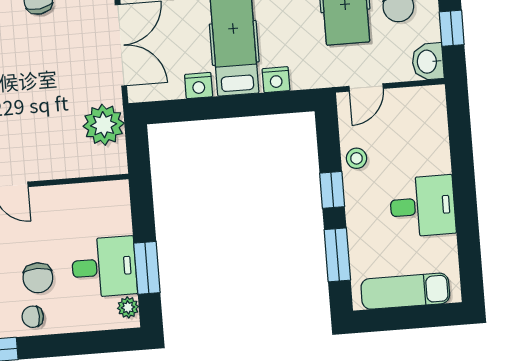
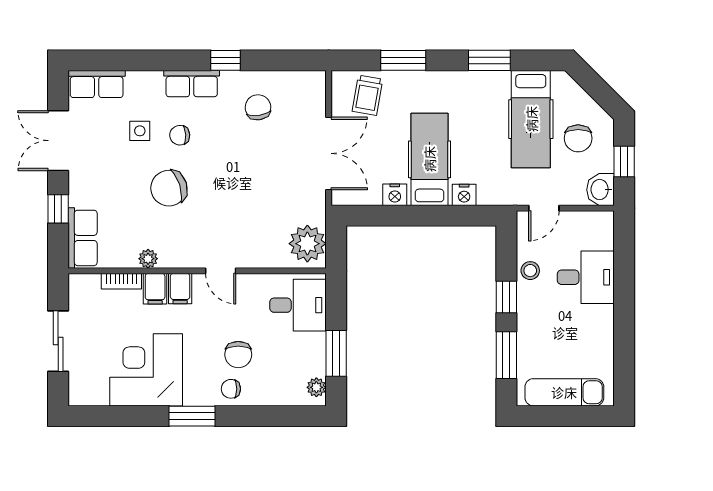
plant: (104, 125) -> (307, 244), moved
desk: (423, 206) -> (586, 277), moved
desk: (104, 267) -> (298, 305), moved

